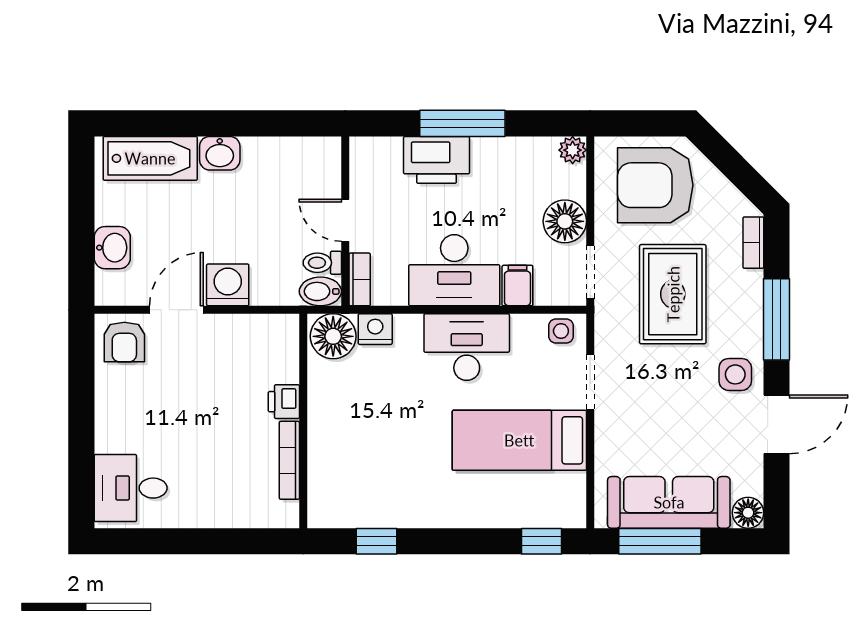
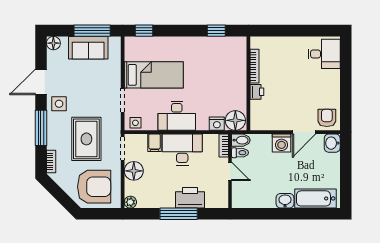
washbasin: (112, 248) -> (332, 143), moved
sofa: (669, 502) -> (88, 48), width x0.73

